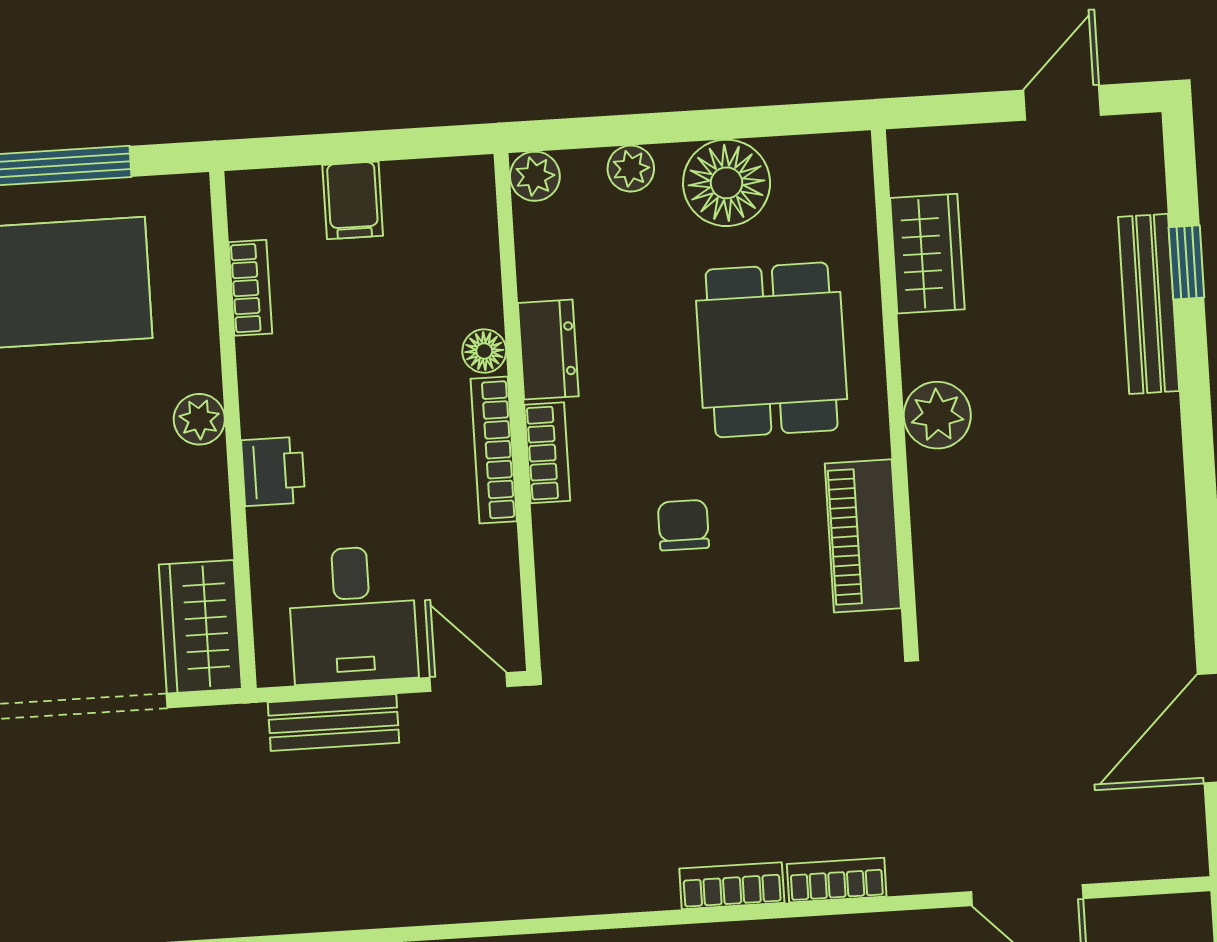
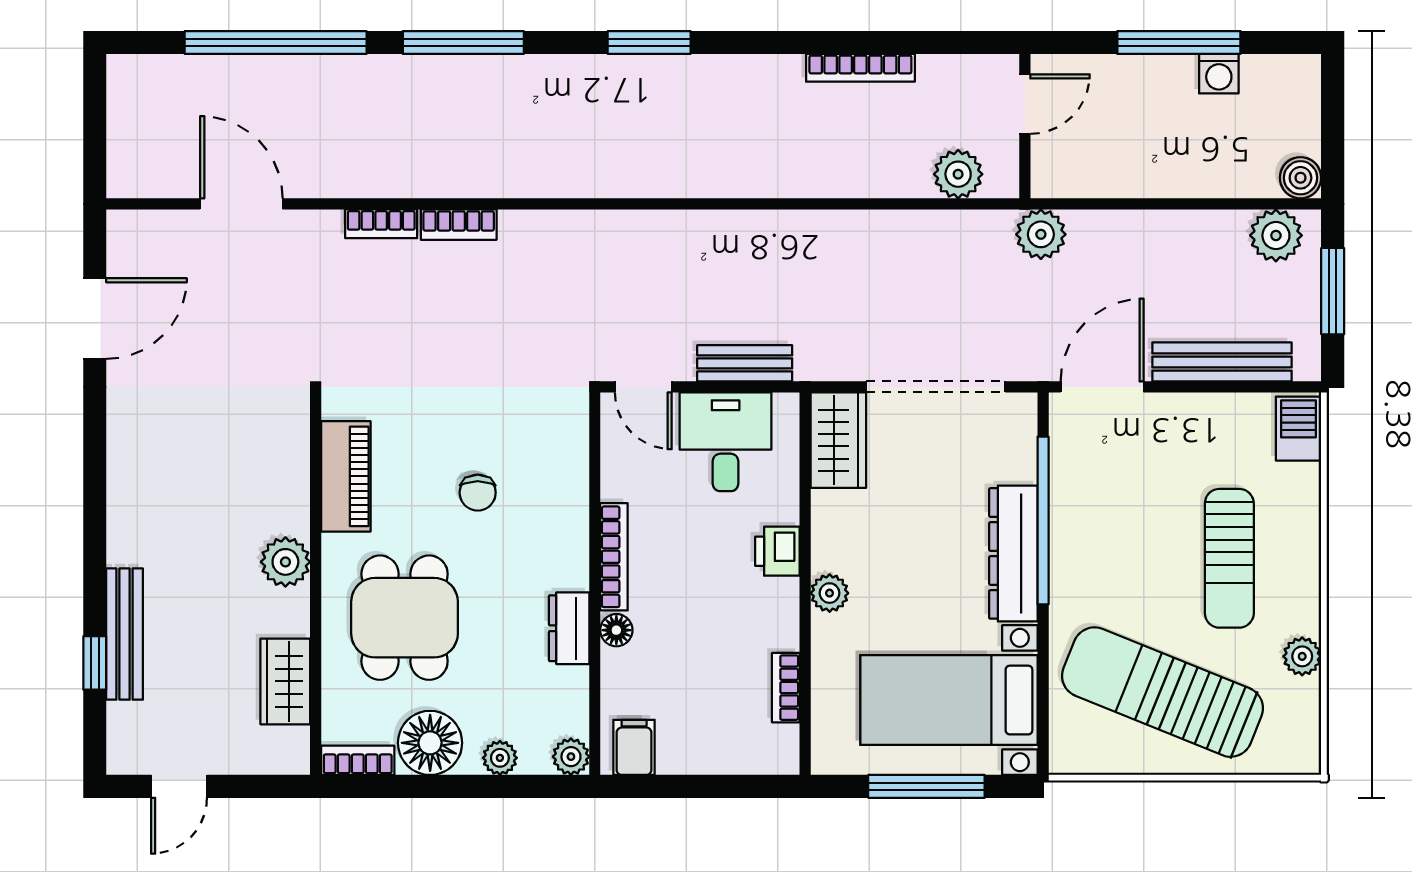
filing cabinet: (353, 200) -> (634, 747), moved
bookcase: (547, 453) -> (358, 760), moved, turned 90

